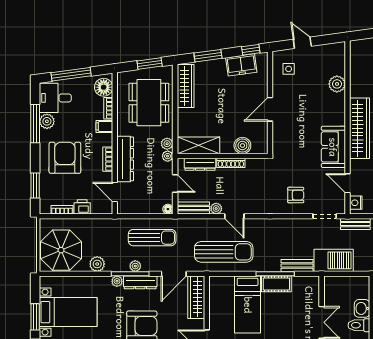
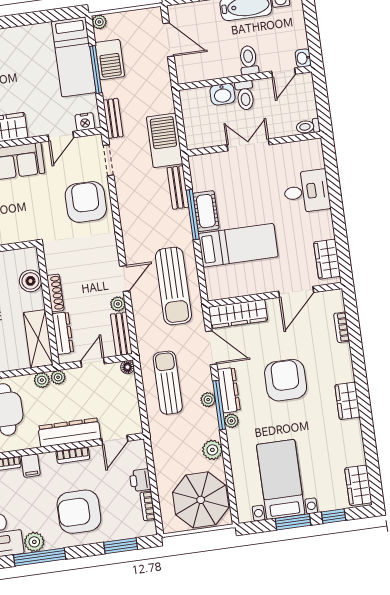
armchair: (296, 195) -> (86, 202), width x1.88, depth x1.88
sun lounger: (224, 252) -> (173, 286), turned 180

